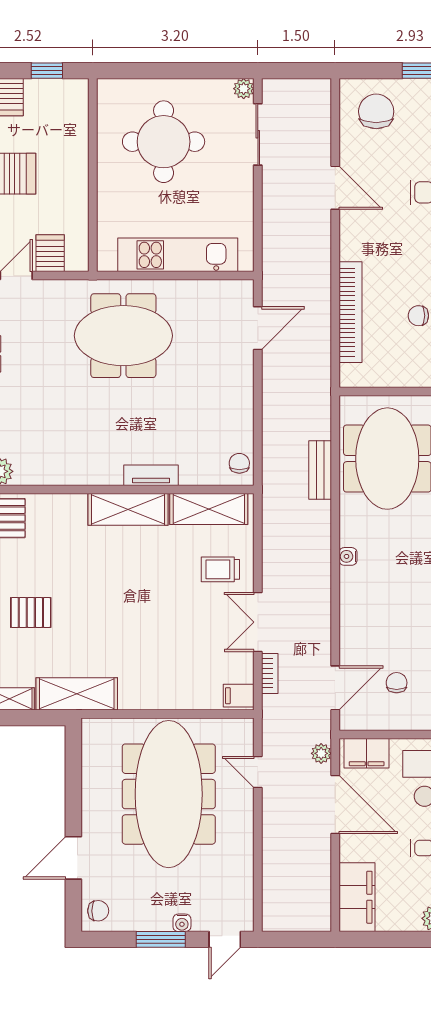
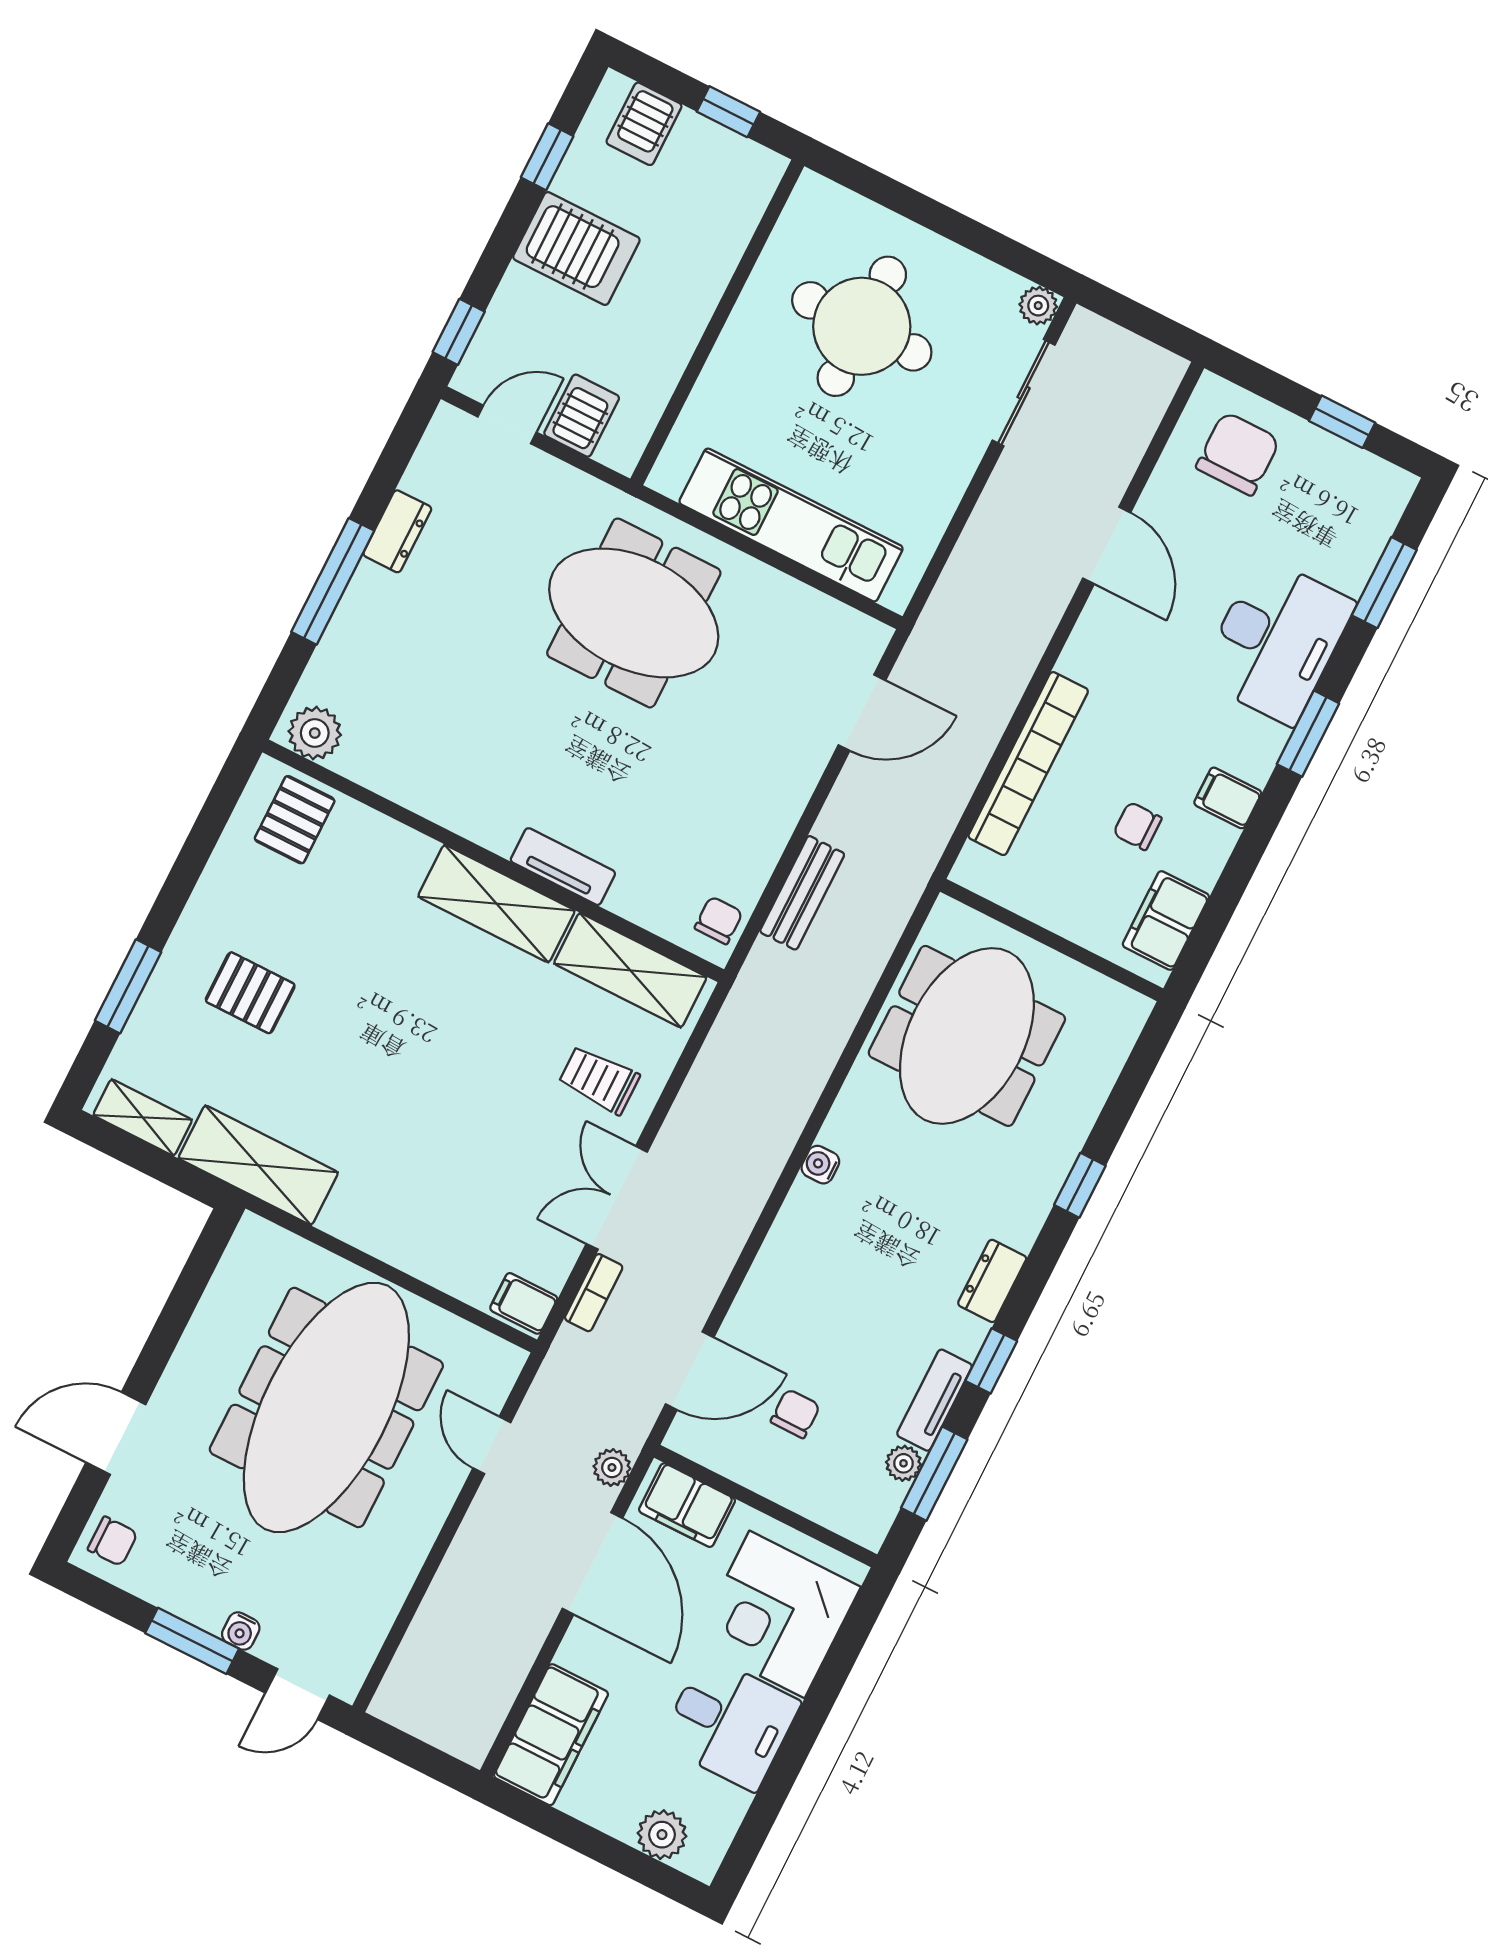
bench: (320, 470) -> (802, 893), moved

